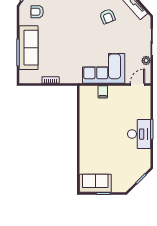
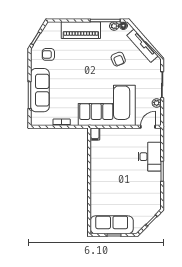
corner sofa: (104, 68) -> (107, 105), width x1.36, depth x1.36
filing cabinet: (103, 92) -> (95, 134), moved
desk: (139, 134) -> (150, 157), moved
sofa: (95, 183) -> (112, 225), width x1.36

